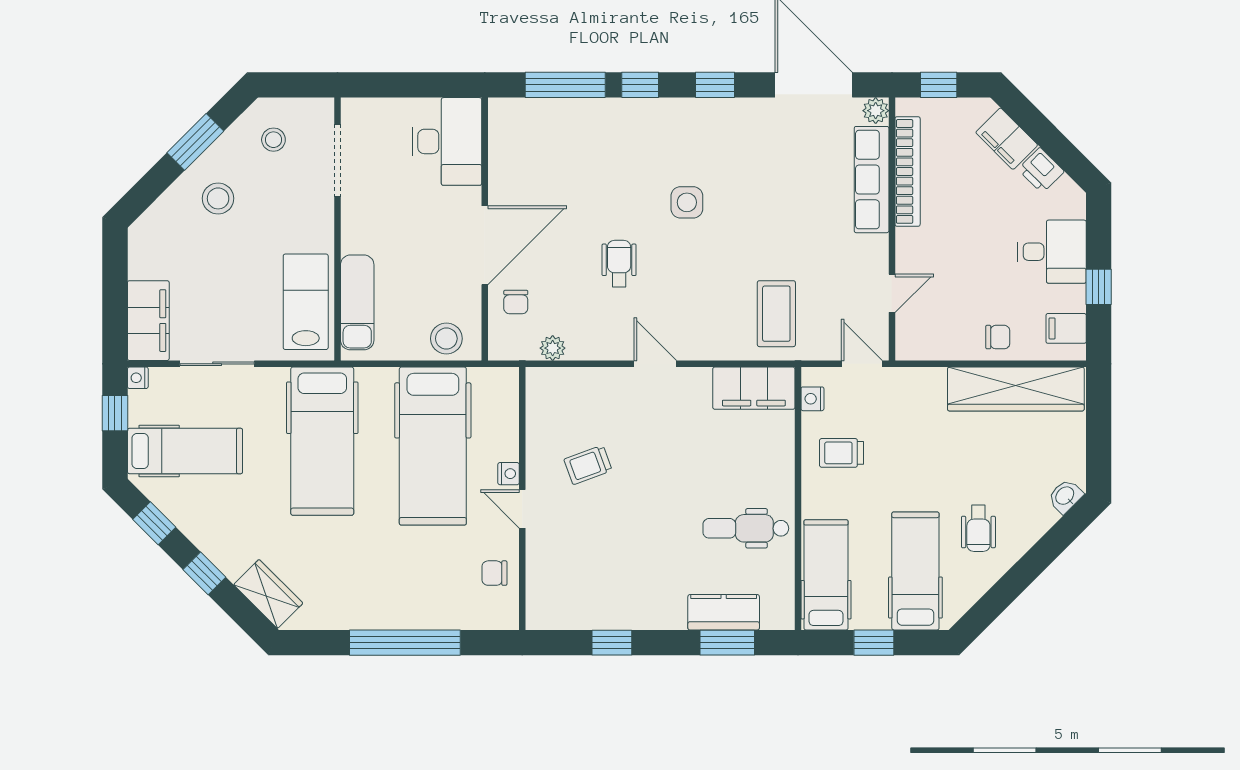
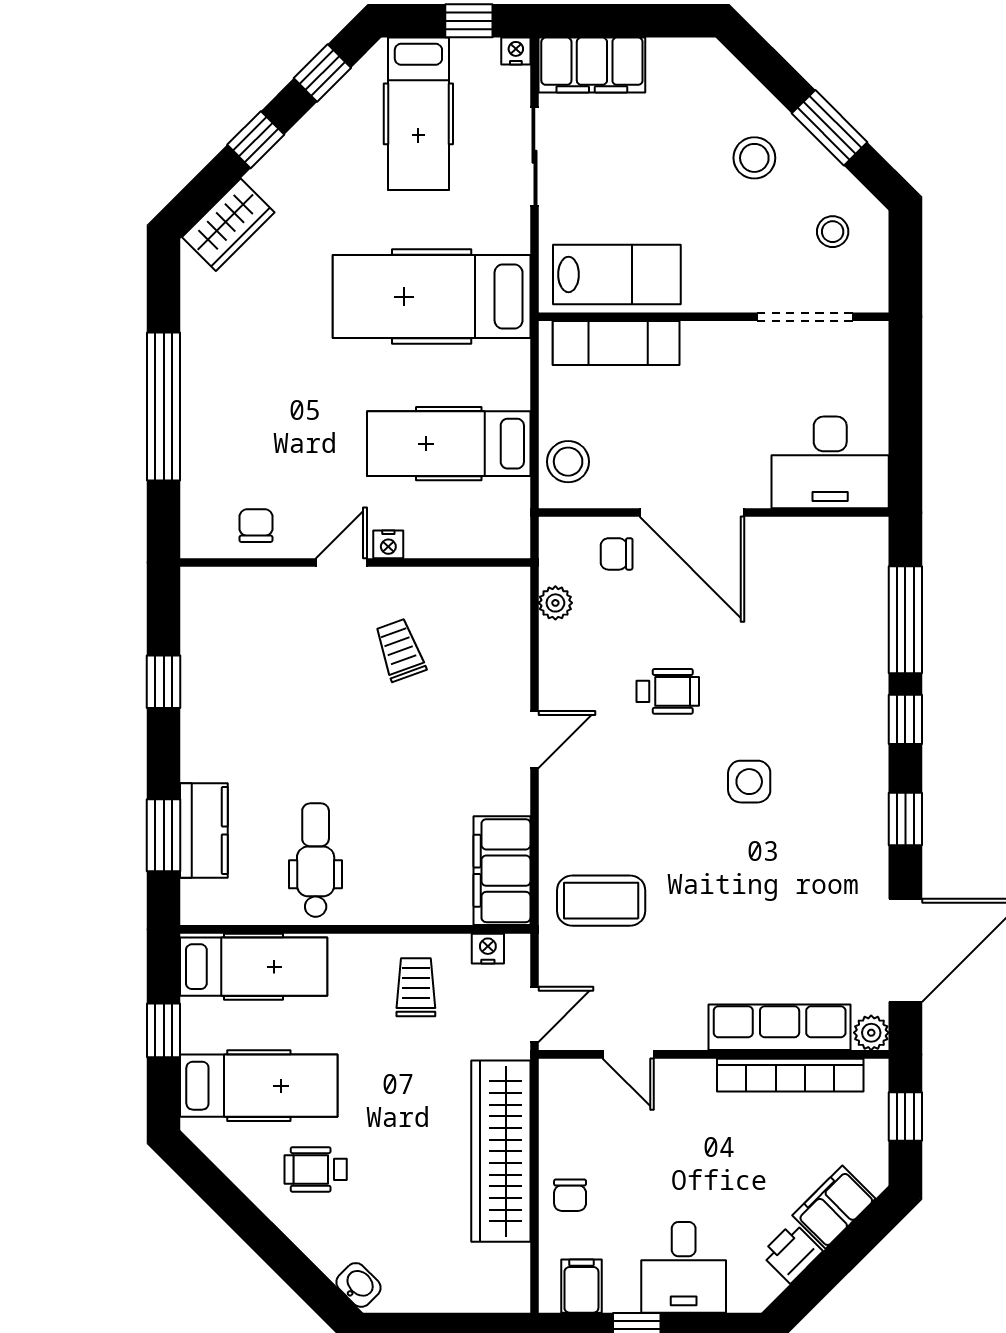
wardrobe: (1016, 389) -> (501, 1151), moved
hospital bed: (433, 446) -> (449, 444), width x0.73, depth x0.78

